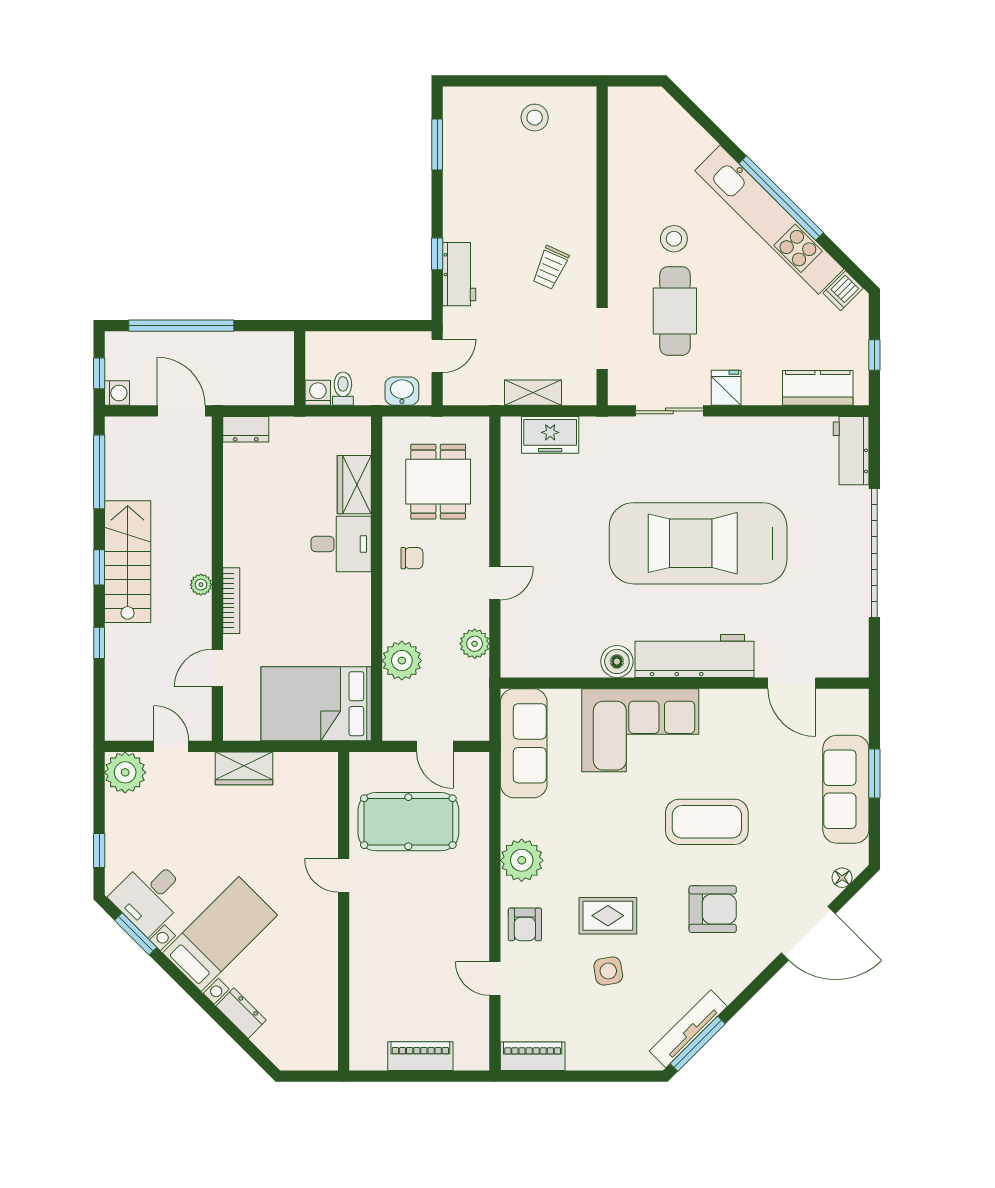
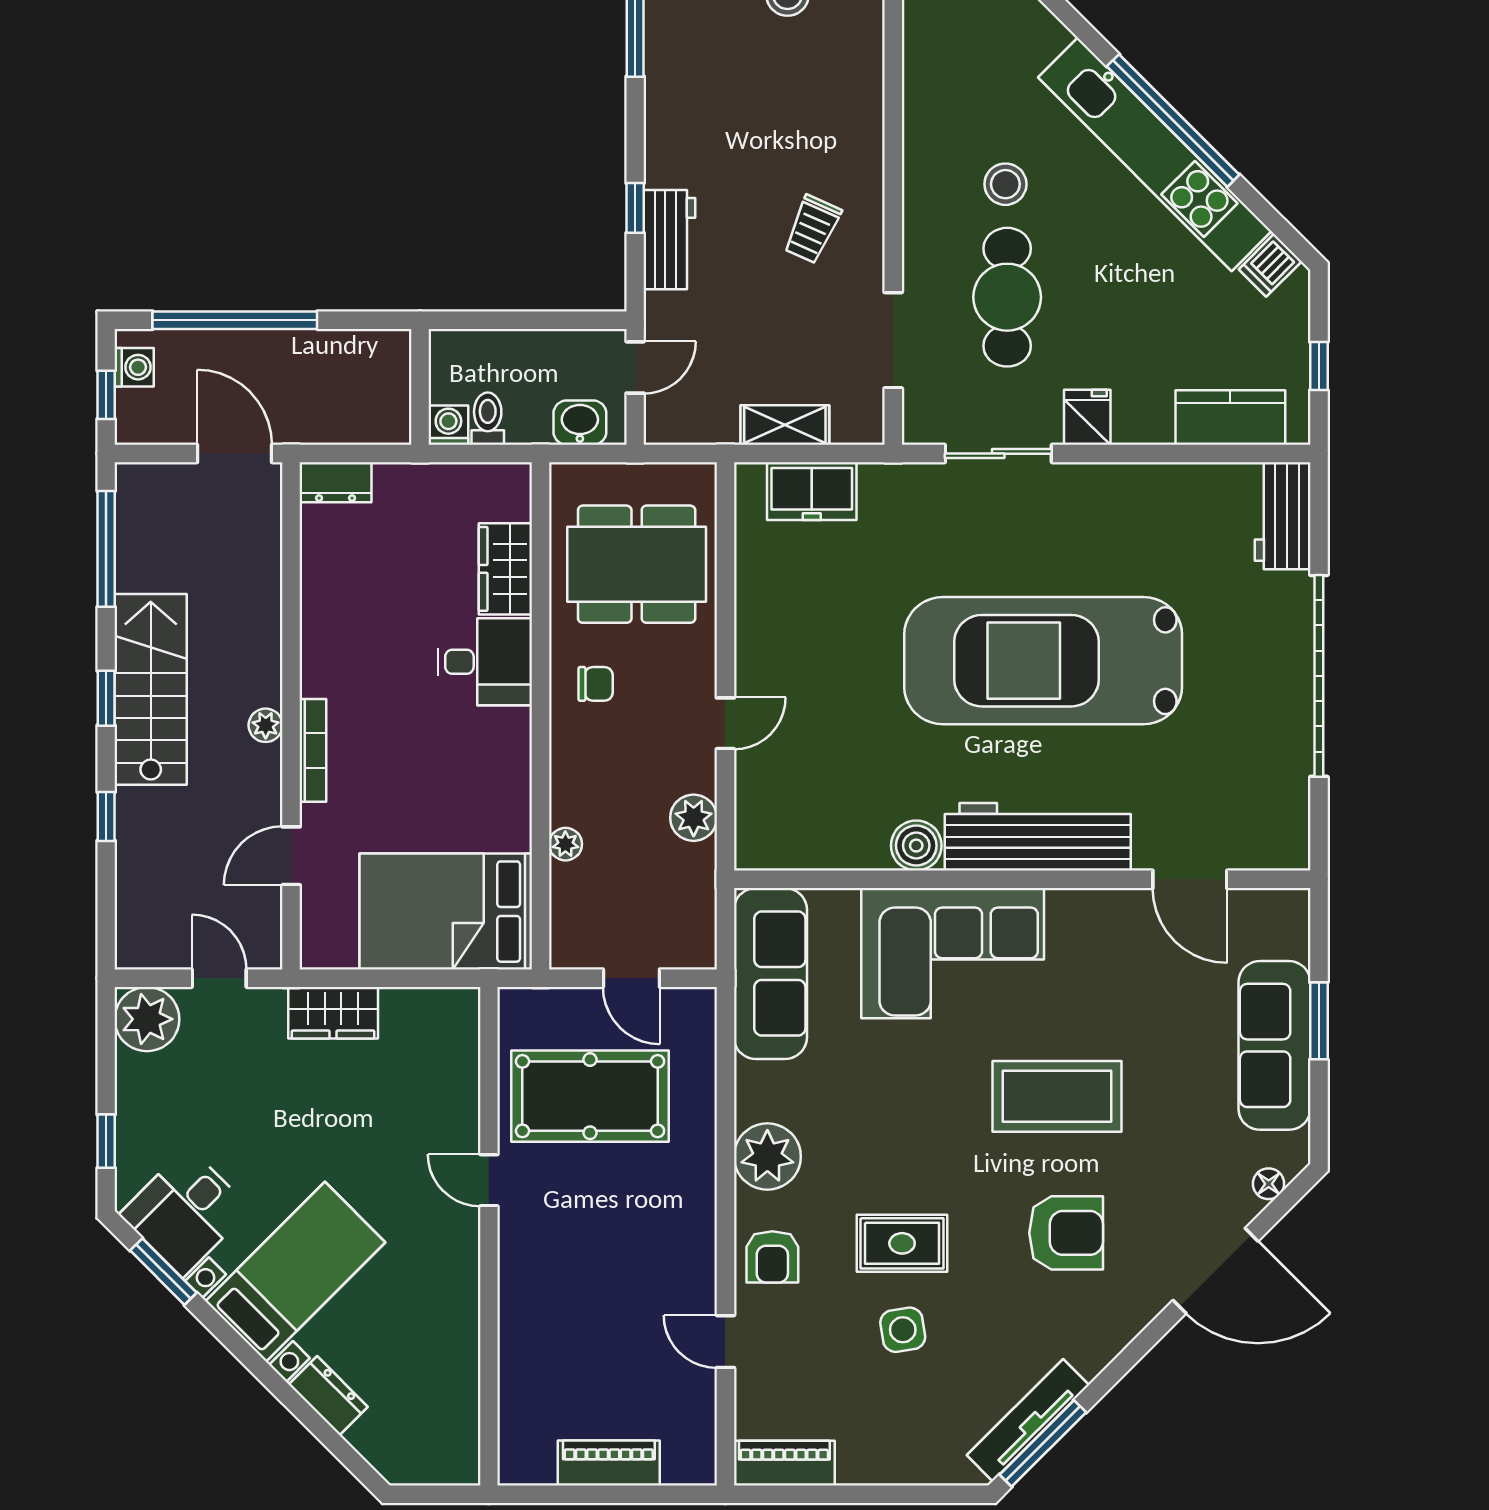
washing machine: (117, 393) -> (134, 367), moved
dining table: (438, 482) -> (637, 564), width x1.38
plant: (402, 661) -> (565, 844), width x0.53, depth x0.53

